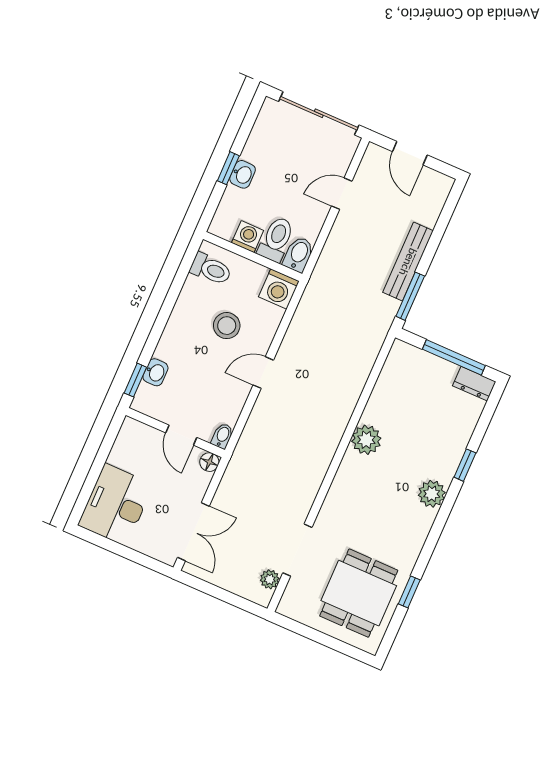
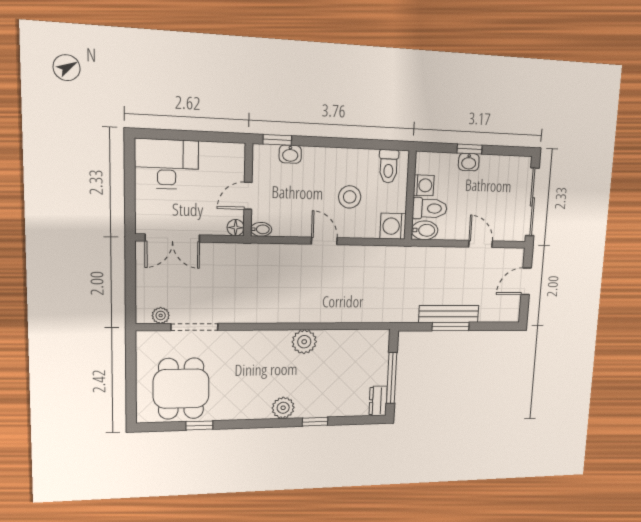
window: (410, 296) -> (451, 327), moved
dining table: (359, 593) -> (181, 389), turned 90

